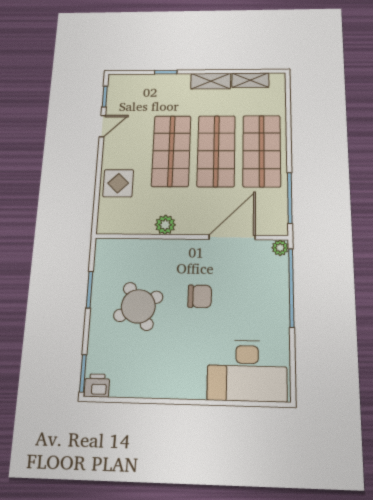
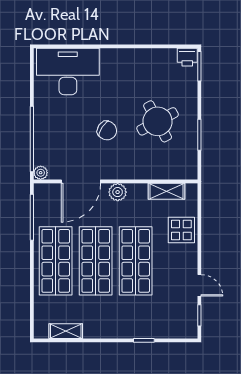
shelving: (211, 81) -> (167, 191), moved
door: (102, 126) -> (199, 285), swing flipped
plant: (165, 225) -> (118, 192), moved
chair: (200, 296) -> (107, 131), turned -147

